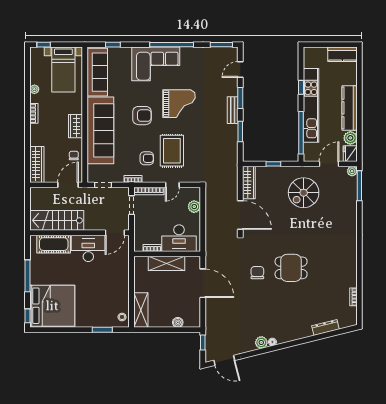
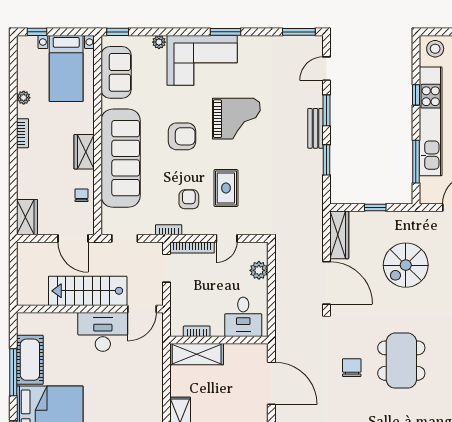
window: (113, 45) -> (118, 32), moved
window: (172, 45) -> (225, 32), width x0.47
plant: (126, 52) -> (159, 42), added
stool: (314, 56) -> (435, 49), added
sofa: (97, 72) -> (116, 72), width x0.73
window: (301, 133) -> (416, 162), width x0.68
rug: (172, 151) -> (226, 188), width x0.73, depth x0.70
armchair: (147, 158) -> (189, 199), turned -90
wardrobe: (37, 164) -> (27, 217), width x0.67
door: (68, 185) -> (73, 238), swing flipped
spiral stairs: (304, 193) -> (406, 265), moved
stairs: (57, 220) -> (88, 291), moved
desk: (179, 238) -> (243, 317), width x0.73
cot: (54, 244) -> (30, 360), moved, turned 90
shelving: (167, 263) -> (197, 354), moved
dining table: (291, 268) -> (401, 361), width x1.38

